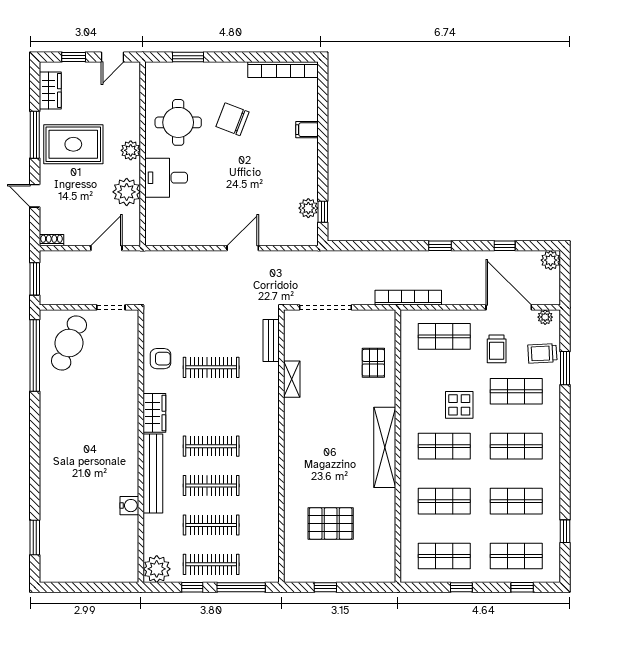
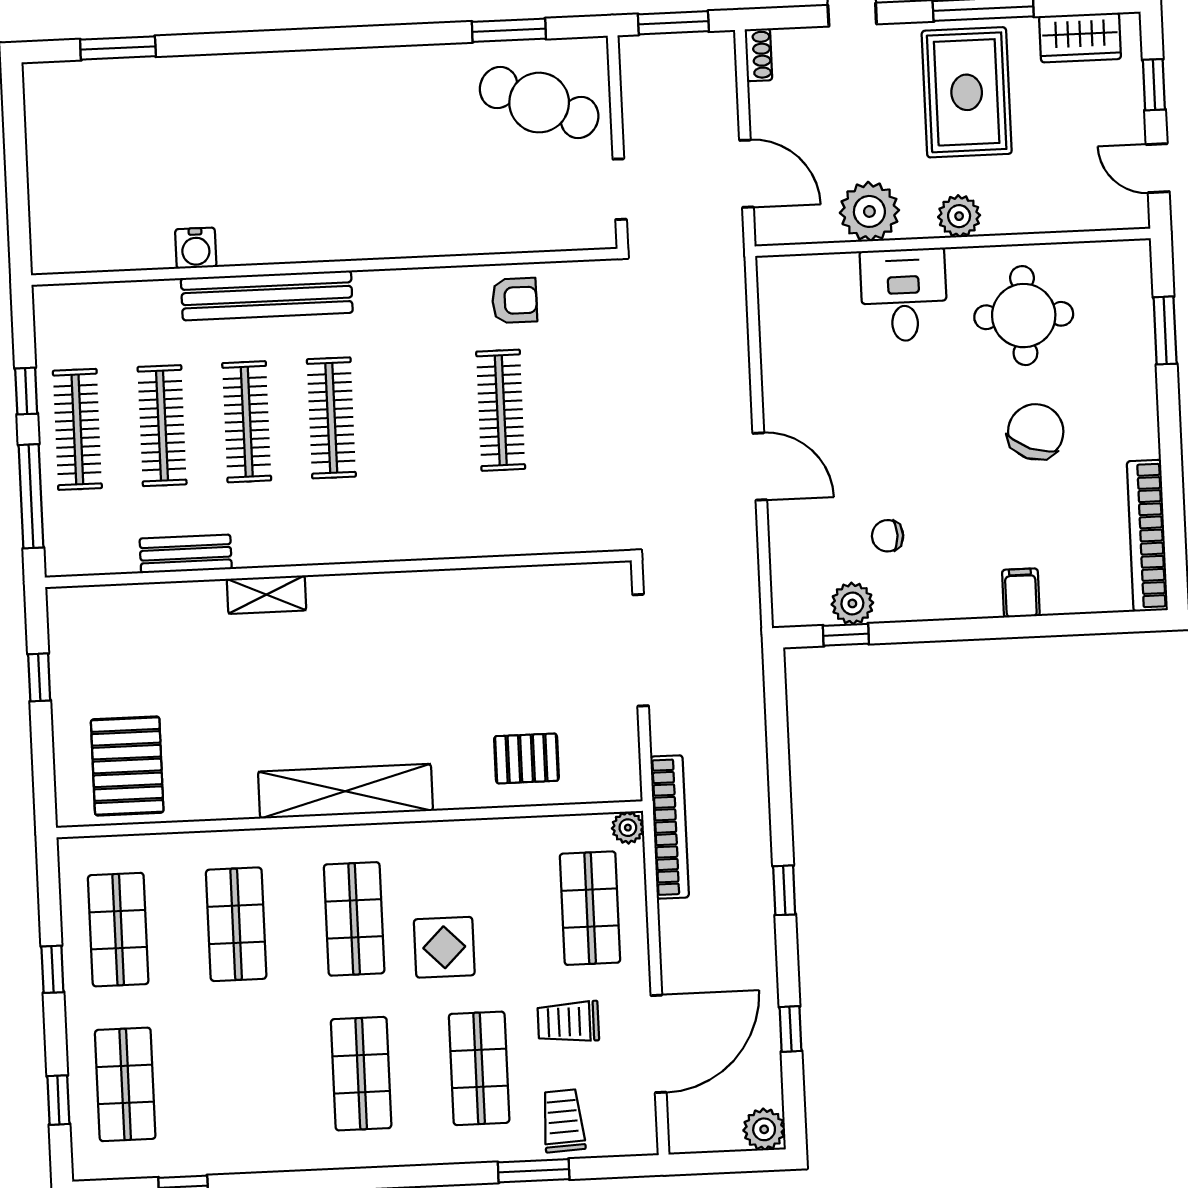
chair: (278, 190) -> (888, 536), added
plant: (545, 317) -> (628, 828), moved
bench: (271, 340) -> (186, 554), moved
window: (35, 356) -> (509, 30), width x0.47
armchair: (160, 359) -> (514, 300), turned -90
shelving: (292, 379) -> (266, 595), moved
wardrobe: (154, 413) -> (397, 293), removed
shop shelf: (516, 501) -> (243, 1079), removed
pallet: (331, 523) -> (127, 766), moved
plant: (157, 569) -> (62, 313), removed

